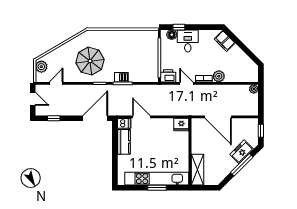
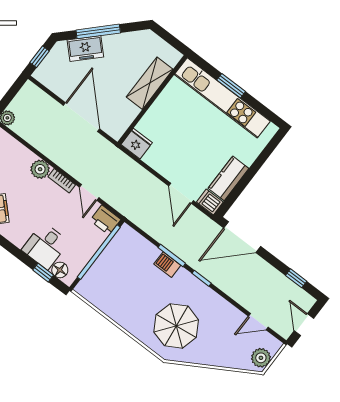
parasol: (90, 61) -> (176, 326), moved
shelving: (197, 170) -> (150, 83), moved

